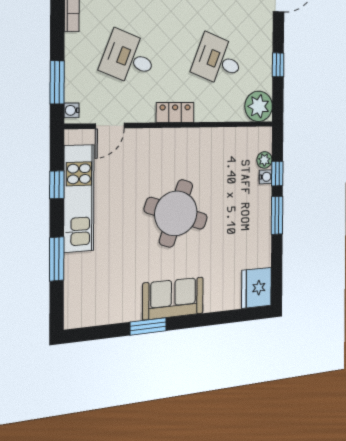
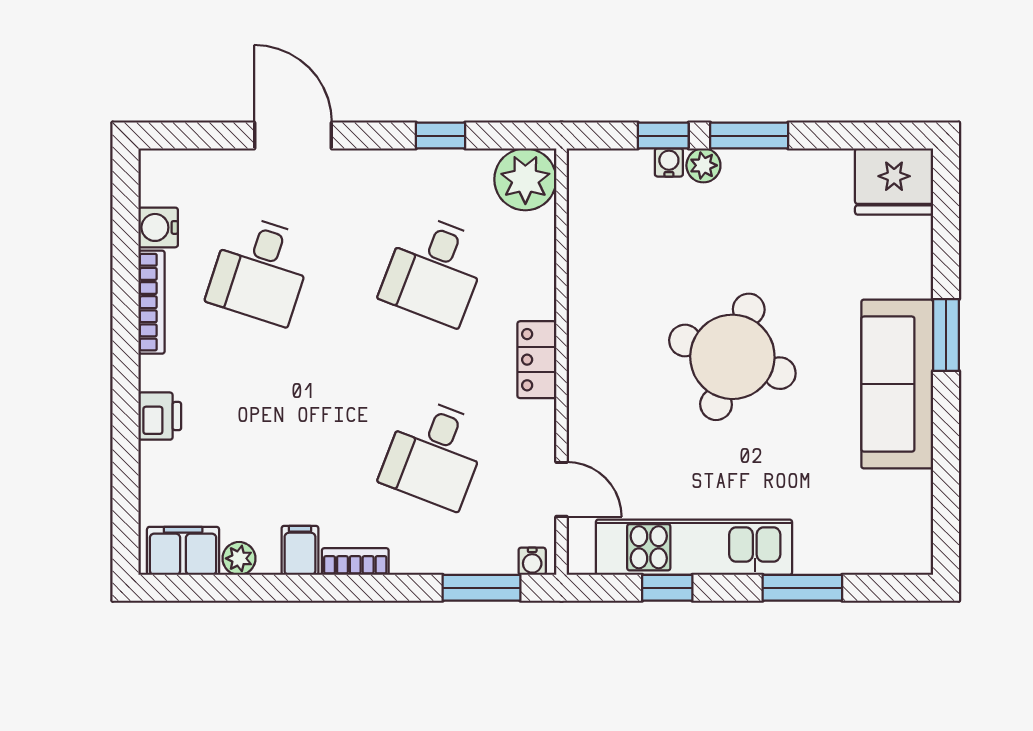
plant: (264, 160) -> (703, 165), moved
sofa: (173, 298) -> (897, 384), width x1.36
window: (148, 326) -> (946, 335), moved

